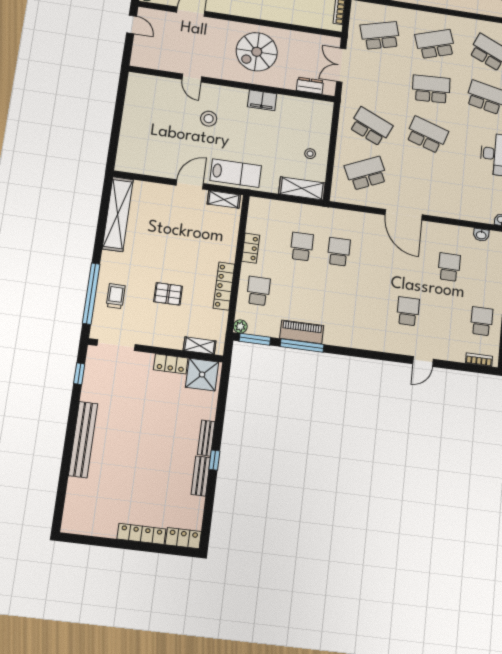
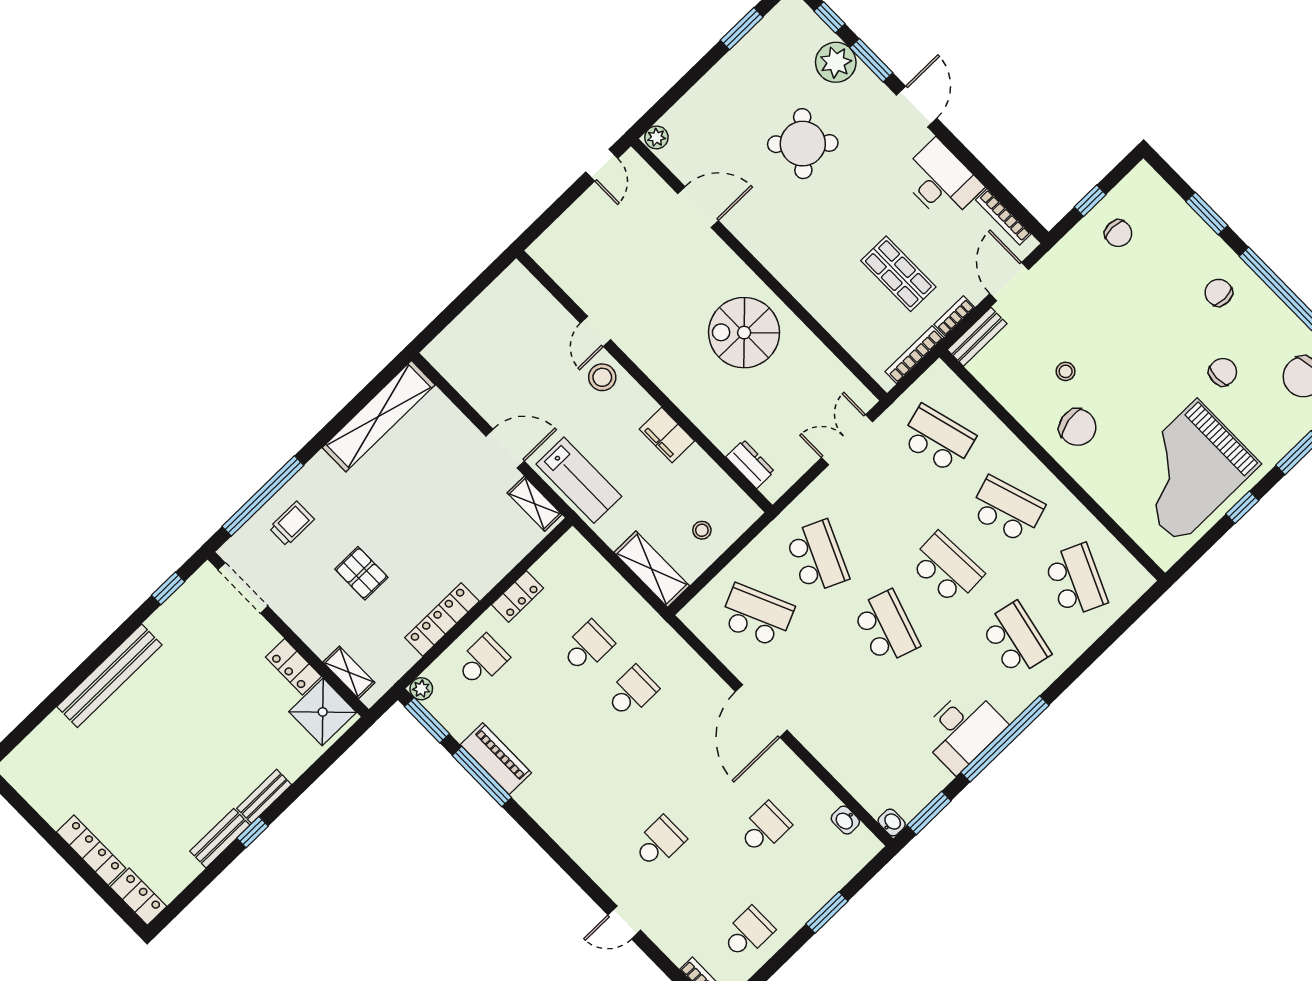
door: (192, 78) -> (595, 331), moved
wall: (232, 84) -> (644, 381), moved
dresser: (310, 86) -> (750, 464), moved
filing cabinet: (262, 100) -> (667, 435), moved

